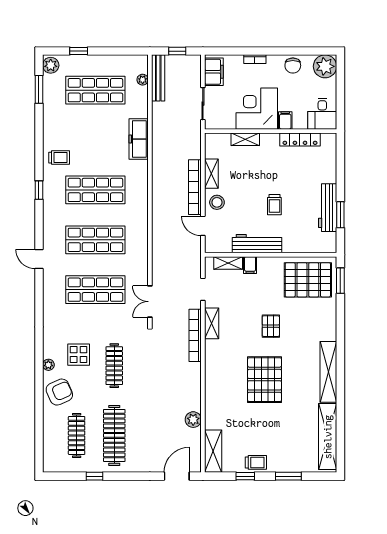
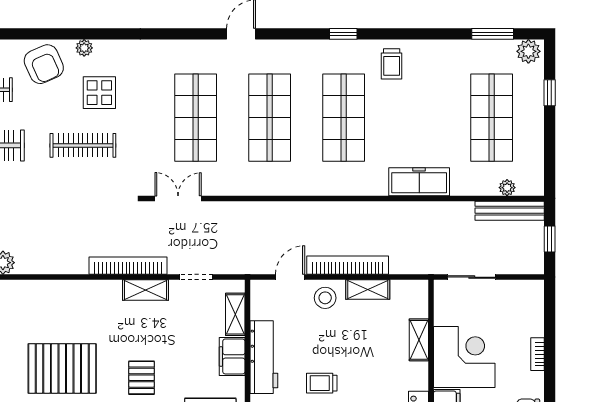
filing cabinet: (214, 72) -> (519, 293), removed
filing cabinet: (250, 265) -> (232, 356), width x2.00
pallet: (271, 326) -> (142, 378), turned 90

